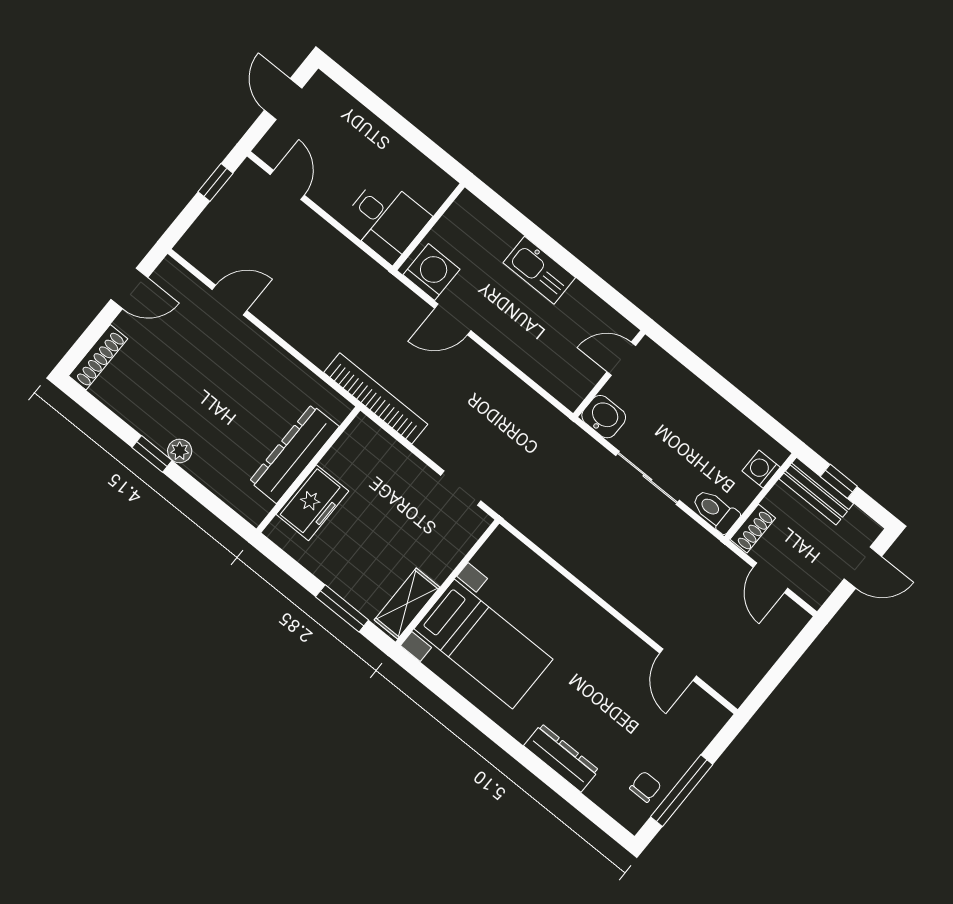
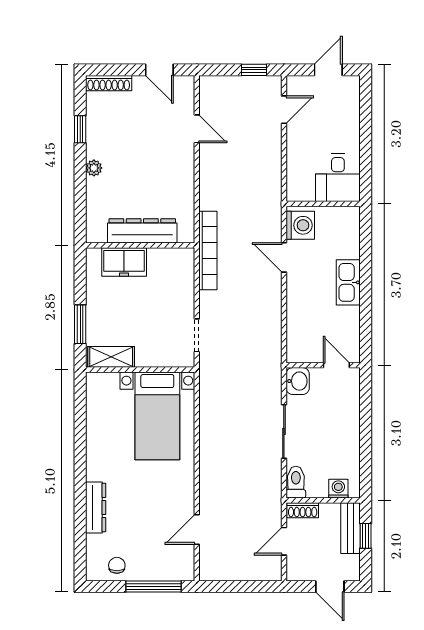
desk: (386, 220) -> (338, 178), moved
window: (152, 454) -> (80, 129), moved
bed with nightstands: (483, 644) -> (157, 416), moved
chair: (645, 787) -> (117, 565), turned -90
window: (682, 791) -> (154, 587), moved

